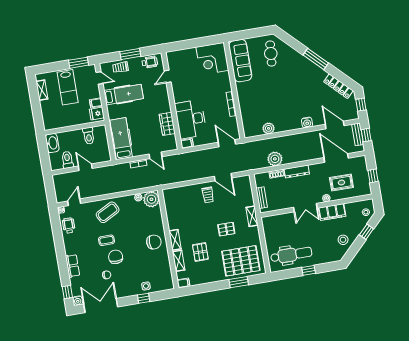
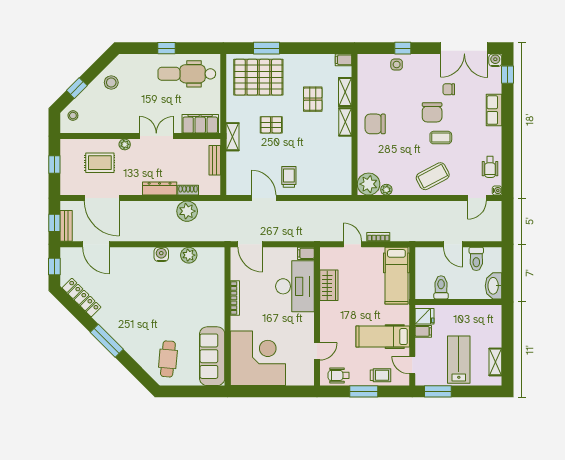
corner desk: (212, 59) -> (258, 358), width x1.36, depth x1.36
water cooler: (307, 122) -> (161, 254), moved
filing cabinet: (332, 212) -> (200, 124), moved

